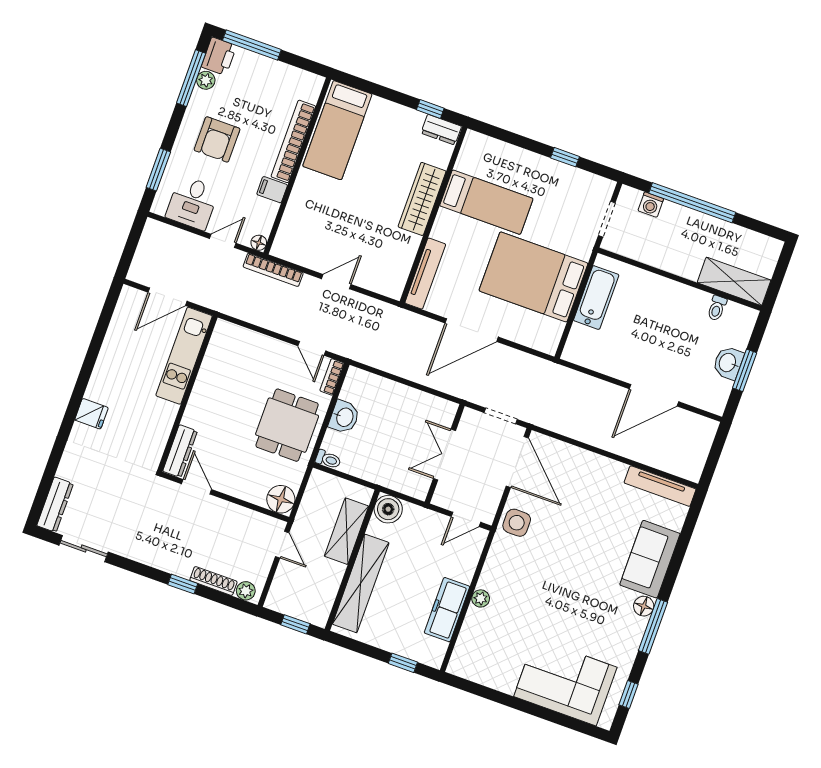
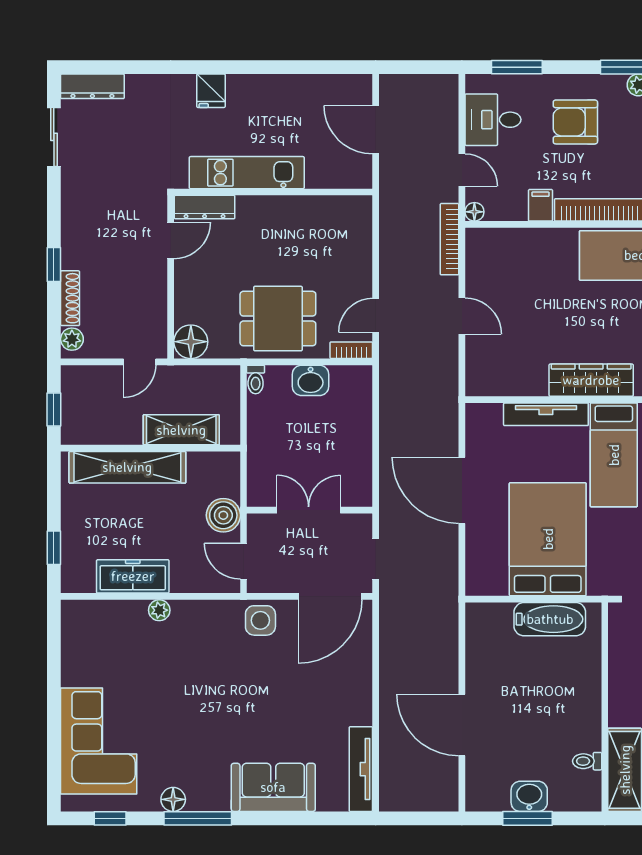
tv unit: (425, 274) -> (546, 414), moved
kitchen unit: (184, 356) -> (247, 173), moved
boiler: (388, 509) -> (223, 515), moved
floor lamp: (644, 606) -> (173, 799), moved

